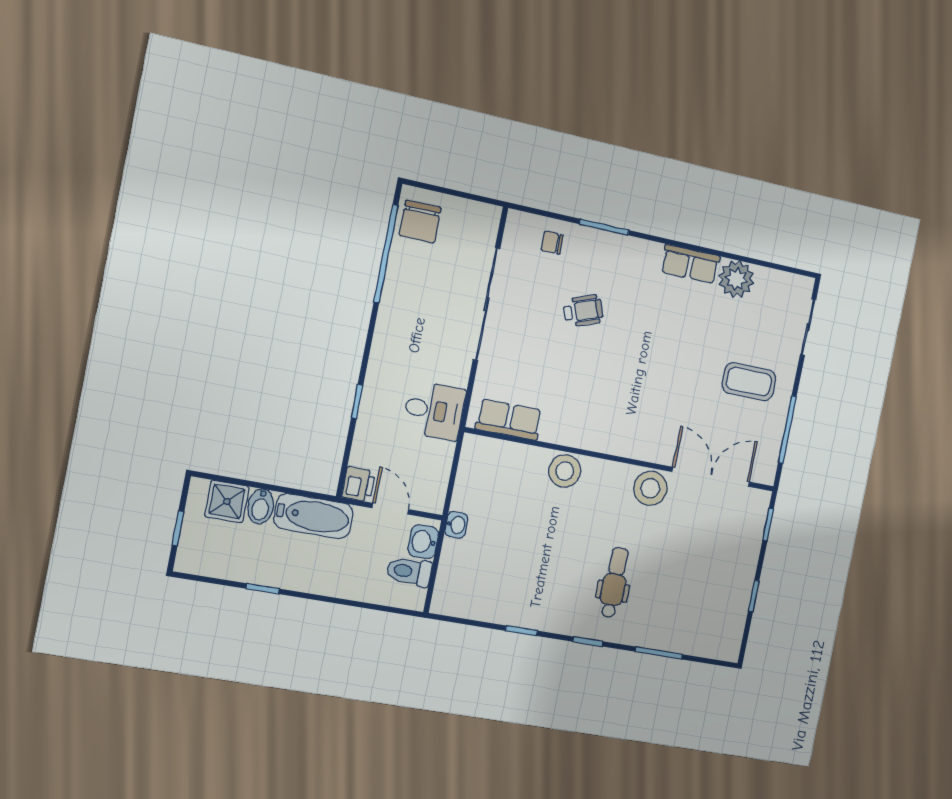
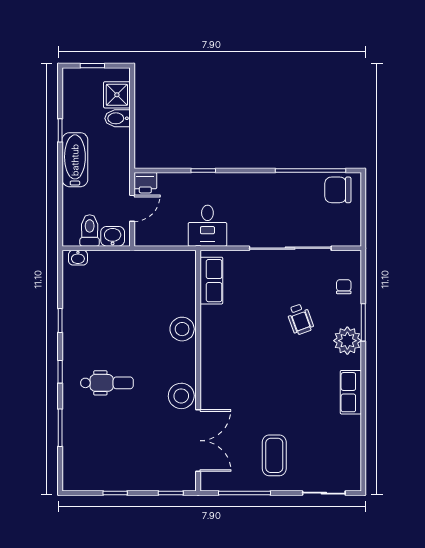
plant: (736, 279) -> (347, 341), moved
bathtub: (313, 516) -> (75, 160), moved, turned 180
washbasin: (456, 525) -> (78, 258), moved

